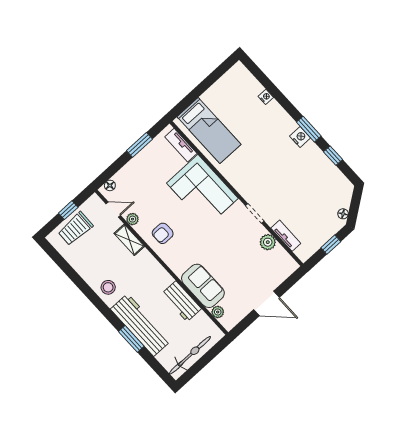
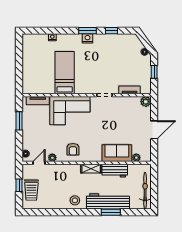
bed: (209, 130) -> (65, 73), moved, turned -90
shelving: (129, 240) -> (91, 169), moved
plant: (268, 242) -> (146, 102), moved

